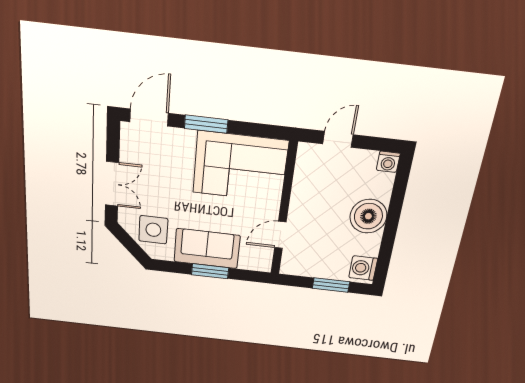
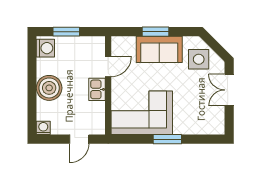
door: (149, 118) -> (205, 139), removed
kitchen sink: (301, 206) -> (97, 89), added

